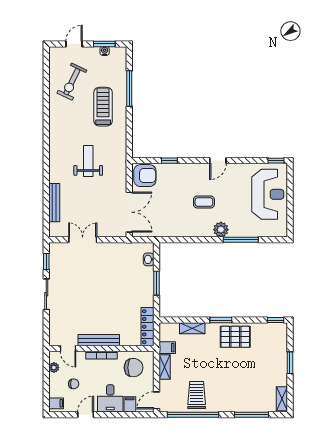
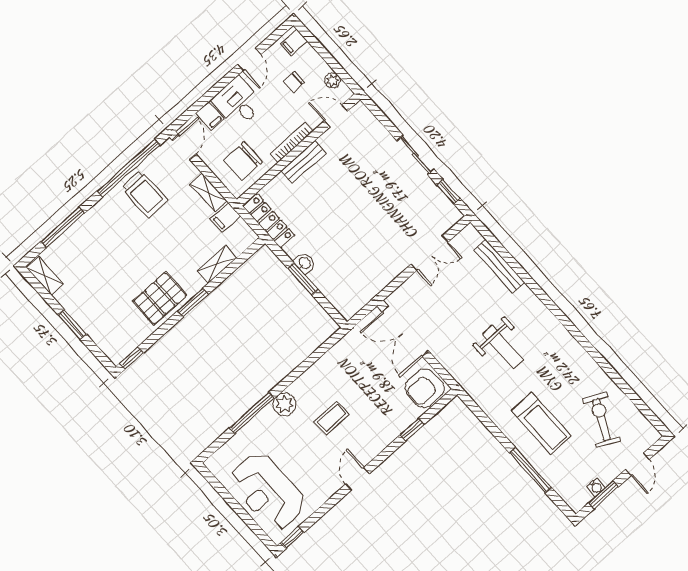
washbasin: (149, 259) -> (305, 263), moved
bench: (99, 340) -> (304, 162), width x0.73

